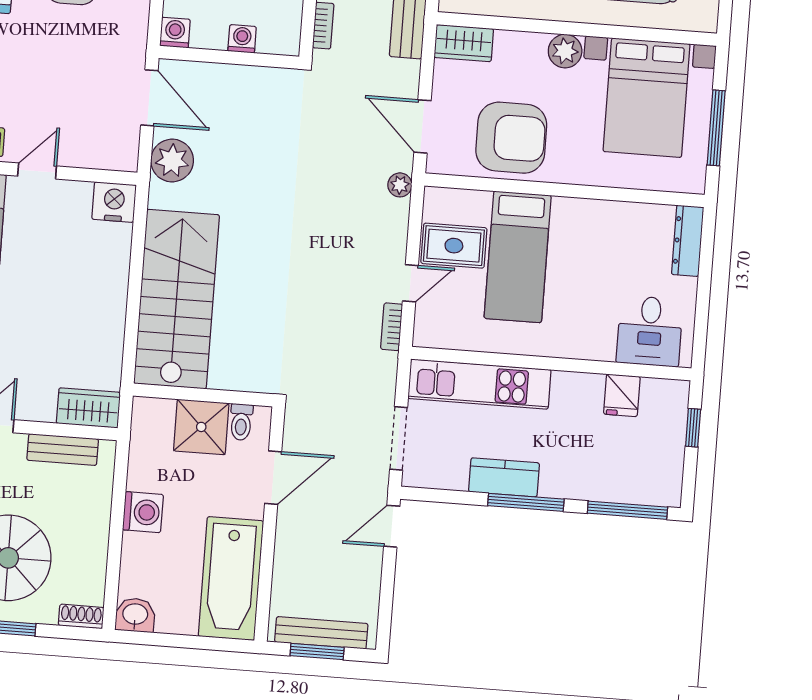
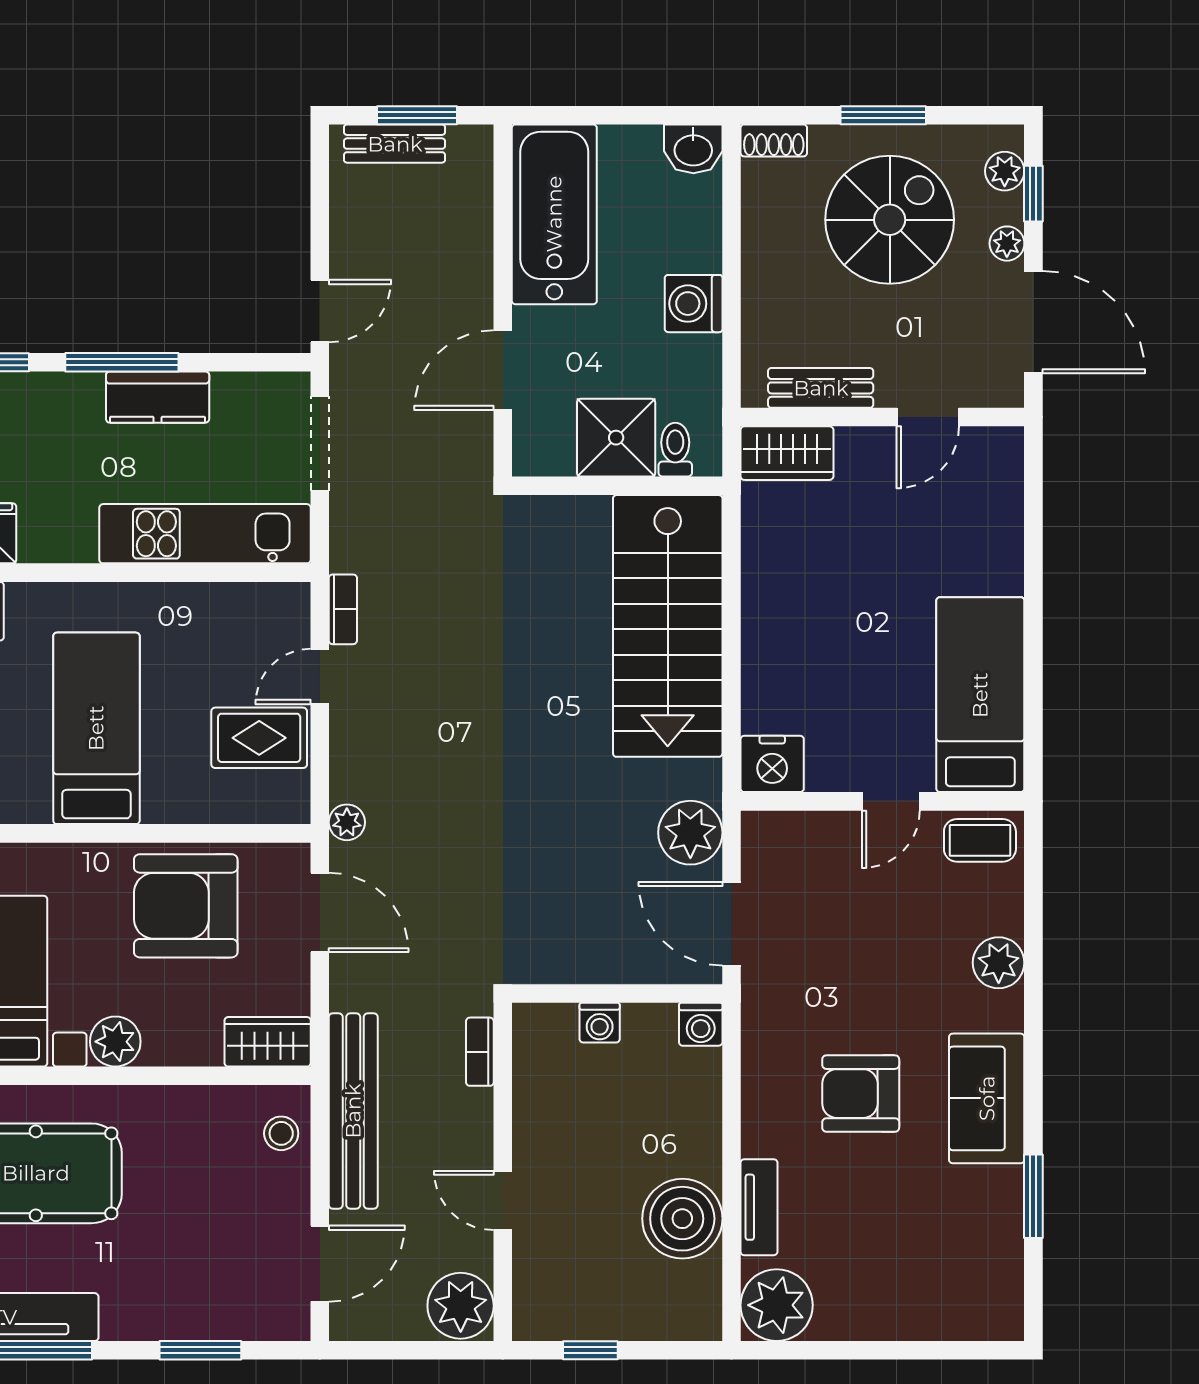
bed: (518, 257) -> (96, 728), moved
toilet: (241, 422) -> (675, 450), moved
bench: (321, 633) -> (395, 144), width x0.73

